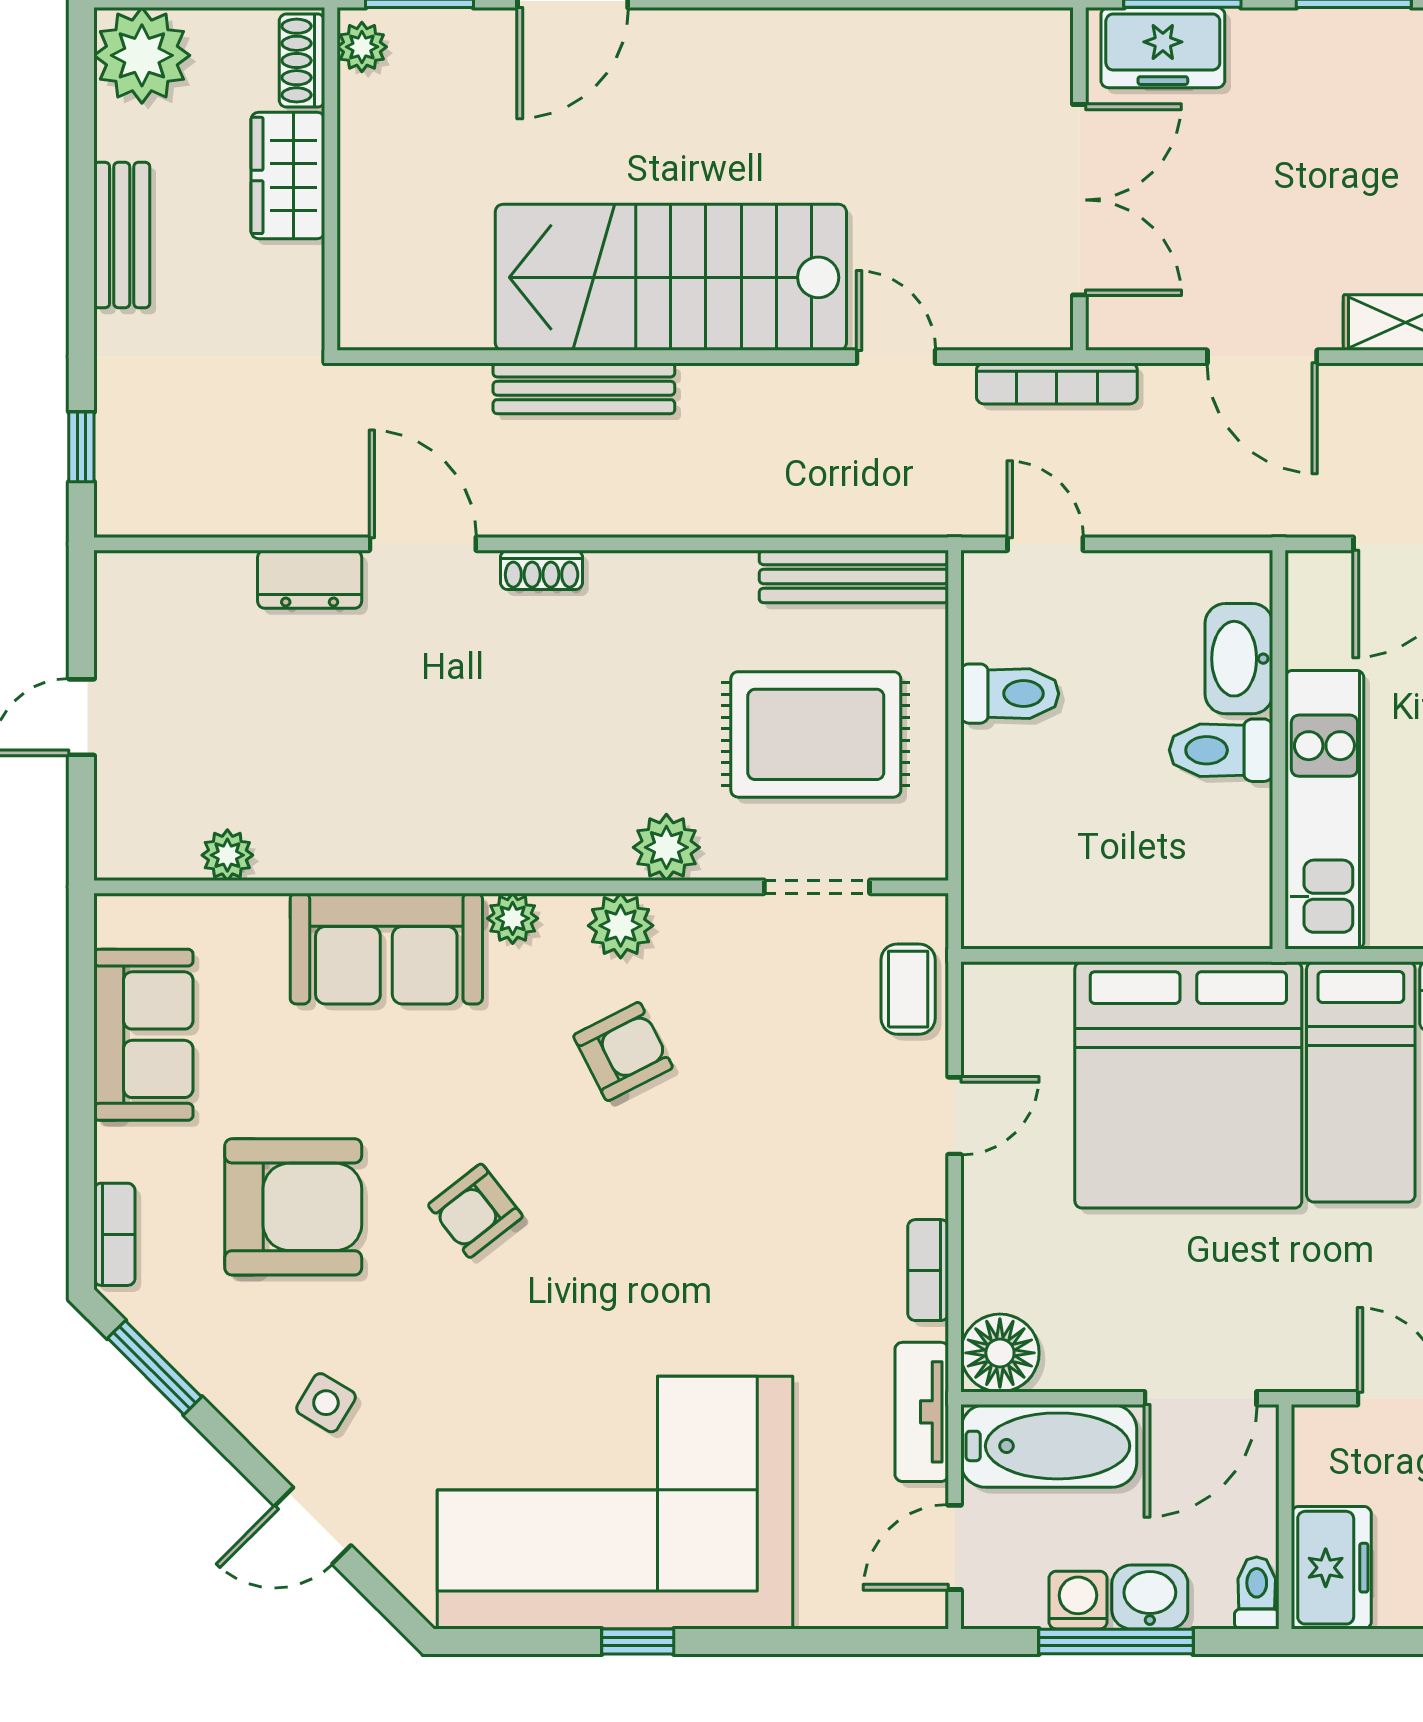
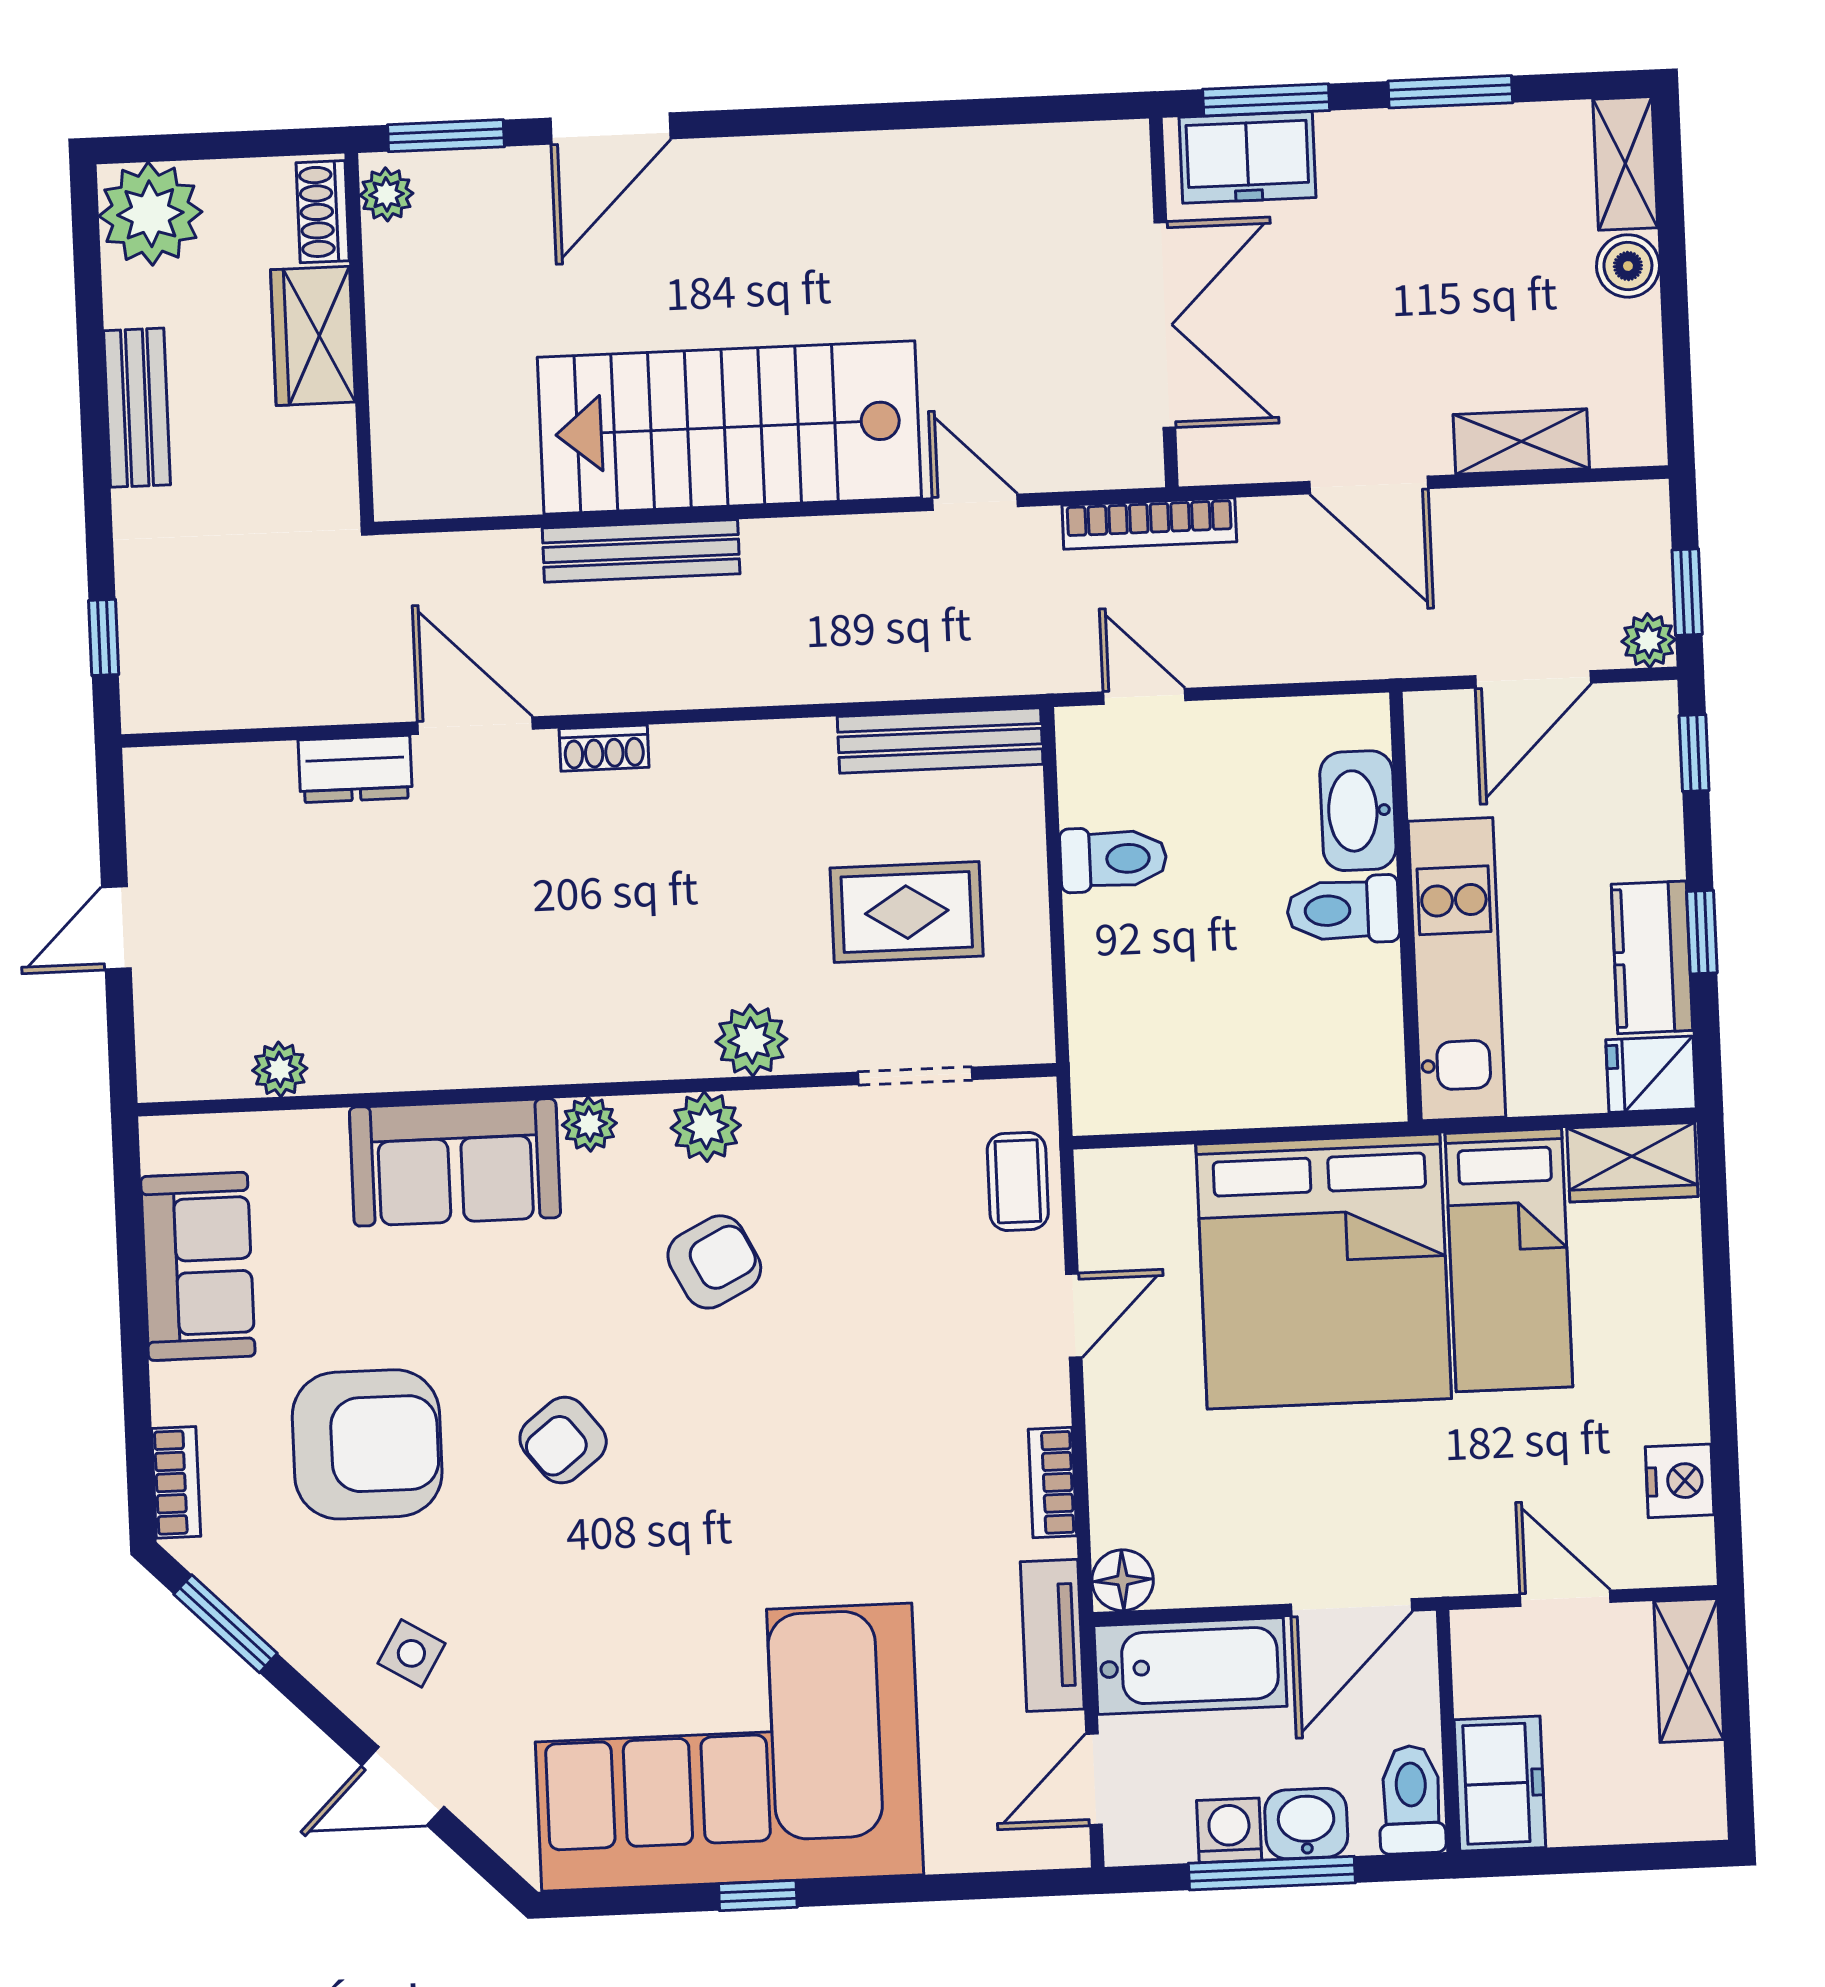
rug: (816, 734) -> (907, 912), width x0.73, depth x0.70
floor lamp: (1000, 1353) -> (1123, 1580), width x0.73, depth x0.73
toilet: (1257, 1593) -> (1411, 1800), width x1.37, depth x1.39

